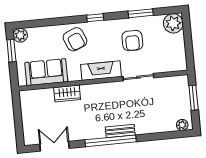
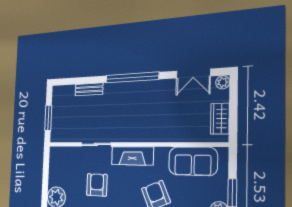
wardrobe: (67, 93) -> (220, 119), moved, turned -90
plant: (182, 125) -> (223, 82), moved
bench: (120, 131) -> (89, 89), moved

